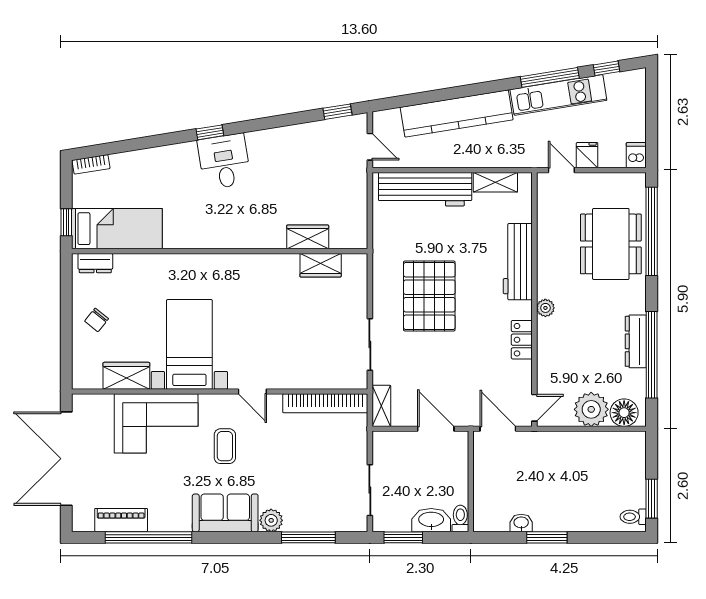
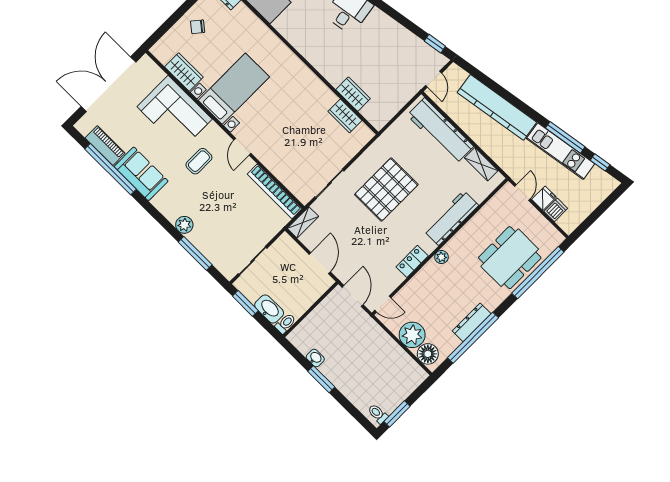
dishwasher: (636, 155) -> (556, 210), moved
sofa: (225, 513) -> (141, 174), moved

